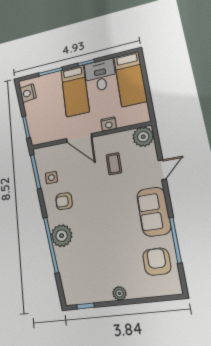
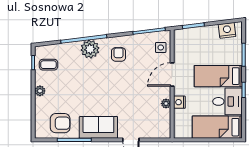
plant: (143, 137) -> (166, 104), moved, width x0.53, depth x0.53
coffee table: (114, 164) -> (48, 65), moved
side table: (51, 178) -> (161, 47), moved

